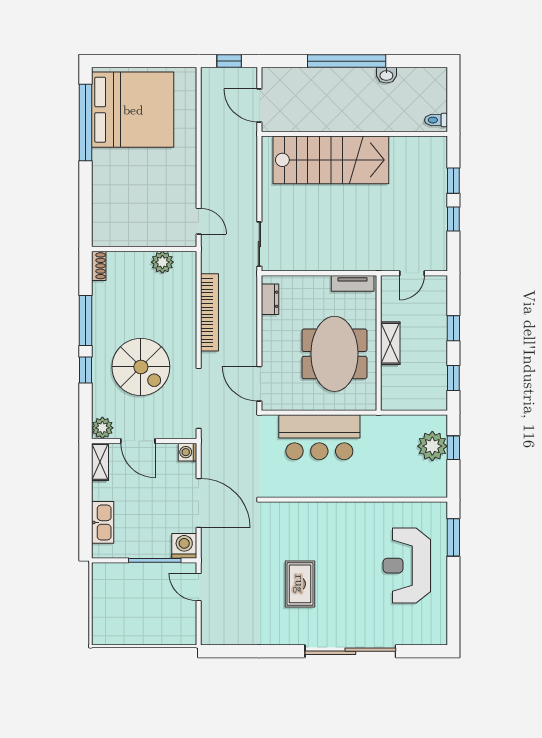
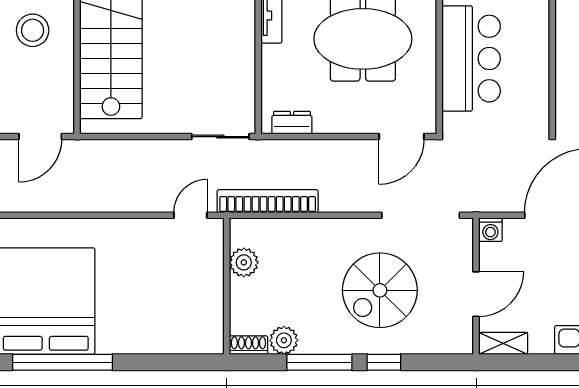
stool: (341, 100) -> (33, 30), added
bookcase: (209, 312) -> (268, 201), moved
spiral stairs: (141, 367) -> (380, 290), turned 180
plant: (102, 428) -> (284, 340), moved

